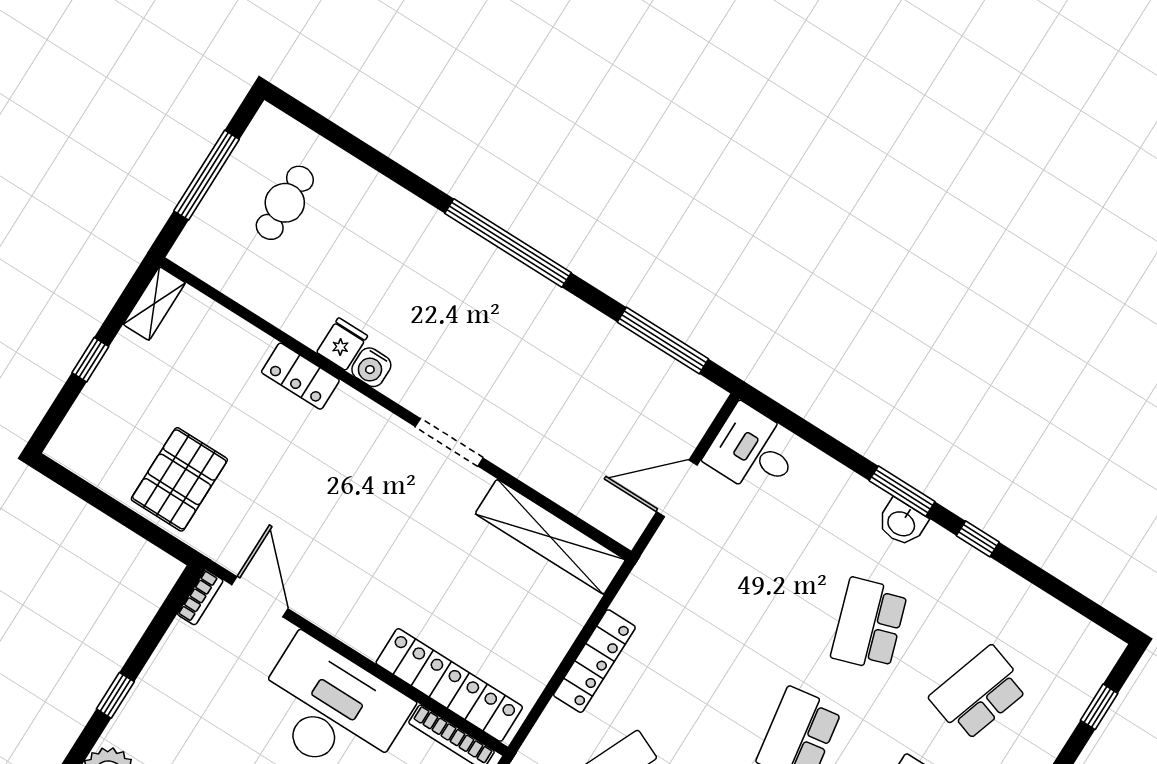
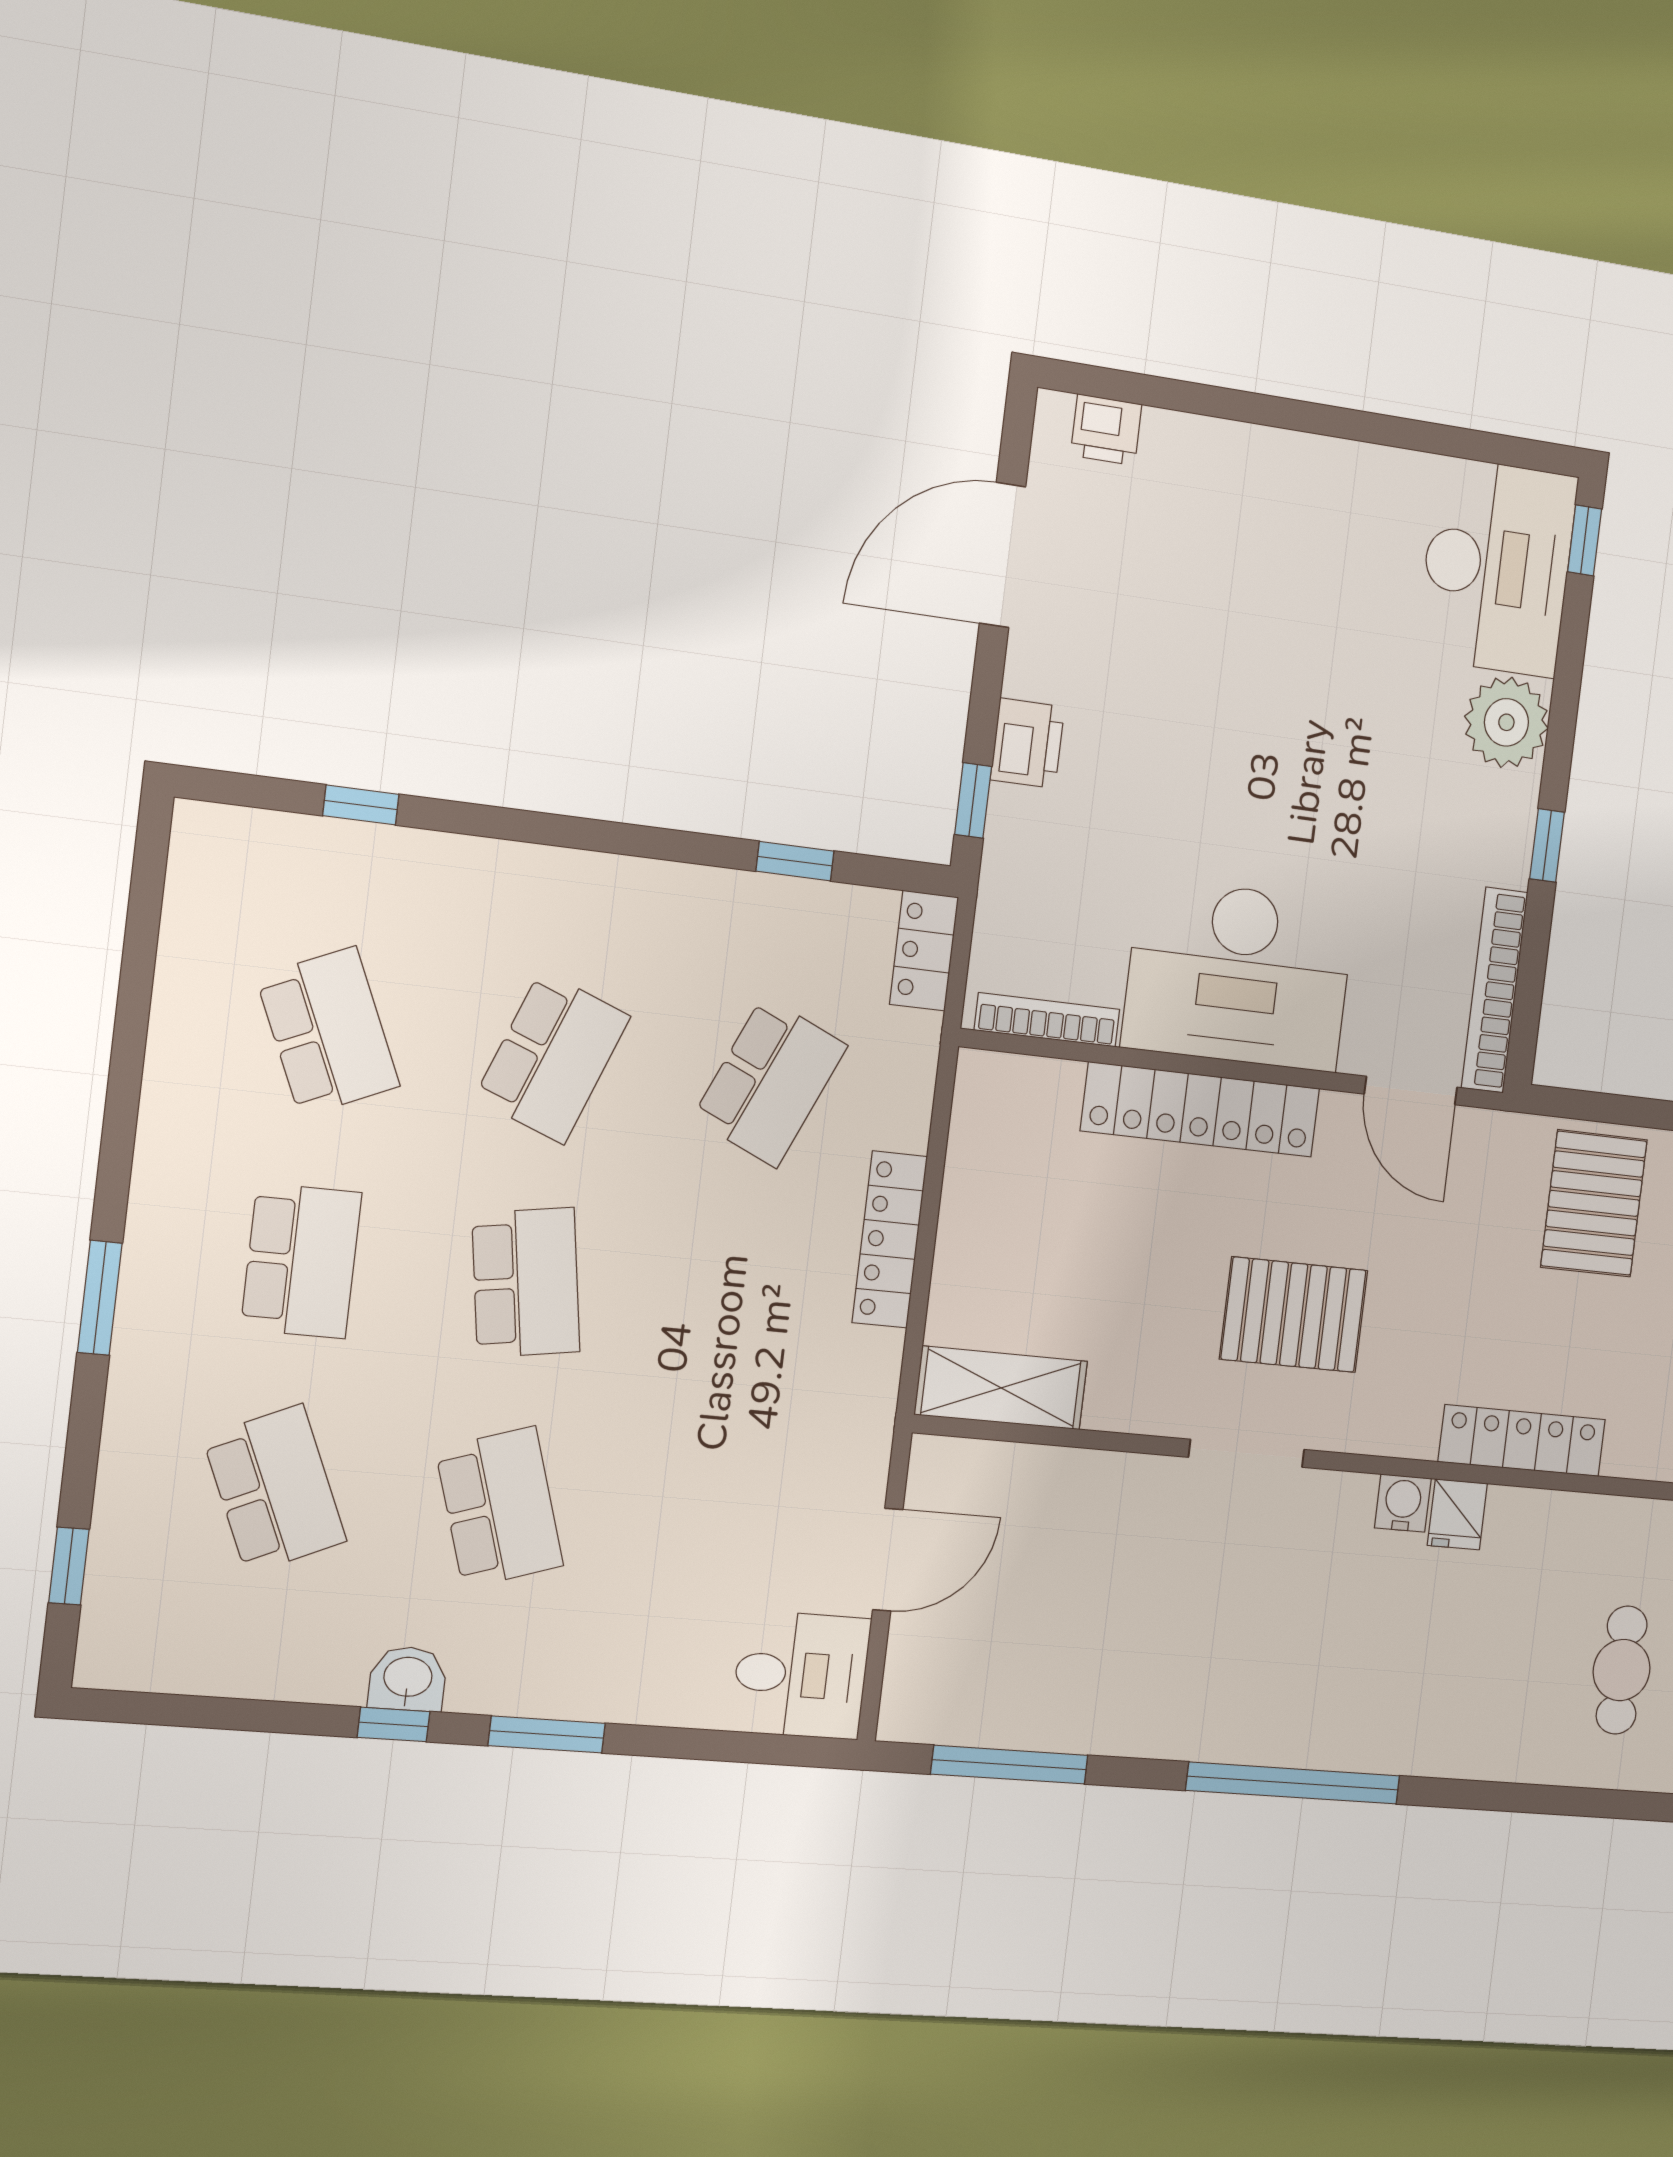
locker: (300, 376) -> (1522, 1441), width x1.53
pallet: (386, 506) -> (1294, 1315), added
washbasin: (902, 523) -> (408, 1679), moved
shelving: (550, 537) -> (1001, 1388), width x0.68
bookcase: (200, 597) -> (1495, 990), width x2.31, depth x1.31
locker: (449, 685) -> (1201, 1110), moved
school desk: (979, 693) -> (275, 1489), turned -42

